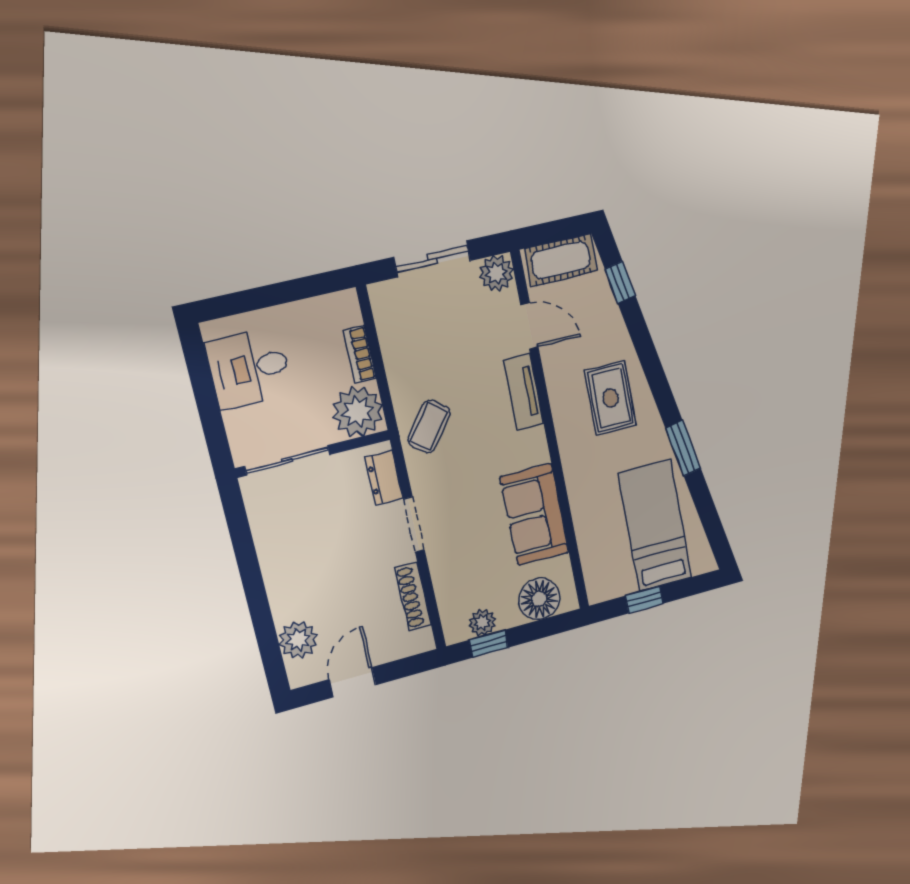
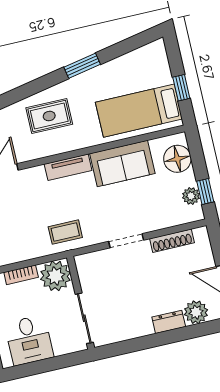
tv unit: (524, 392) -> (68, 167), moved
coffee table: (429, 427) -> (65, 232), turned -37
dresser: (384, 478) -> (169, 322), moved, turned 180
bed: (655, 526) -> (139, 111), moved

